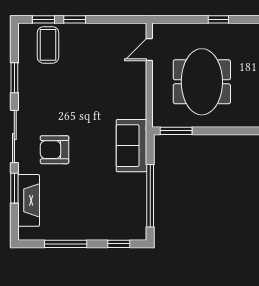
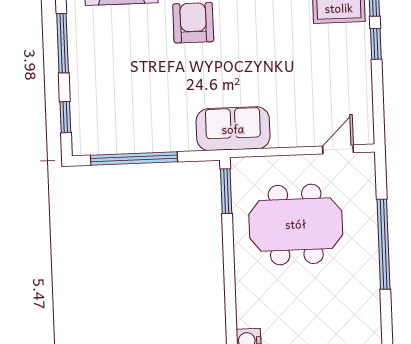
window: (218, 19) -> (384, 244), width x3.17
door: (149, 49) -> (338, 149), hinge flipped
sofa: (131, 146) -> (233, 129), moved

